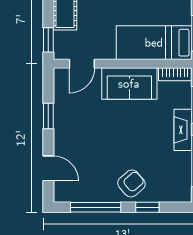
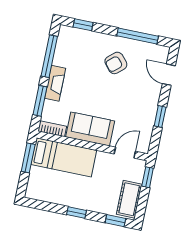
armchair: (131, 183) -> (116, 63), moved
window: (147, 207) -> (83, 25), moved

